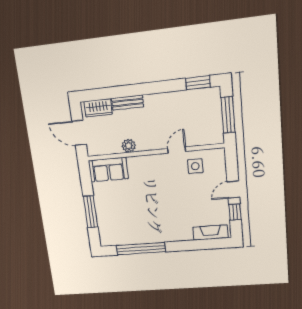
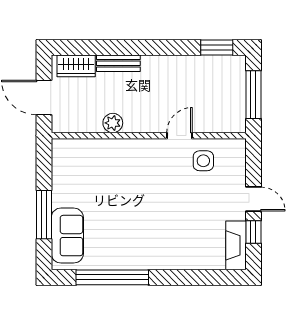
sofa: (108, 170) -> (67, 236), moved, turned -90
door: (233, 190) -> (253, 199), swing flipped
fireplace: (211, 233) -> (236, 245), moved, turned -90

